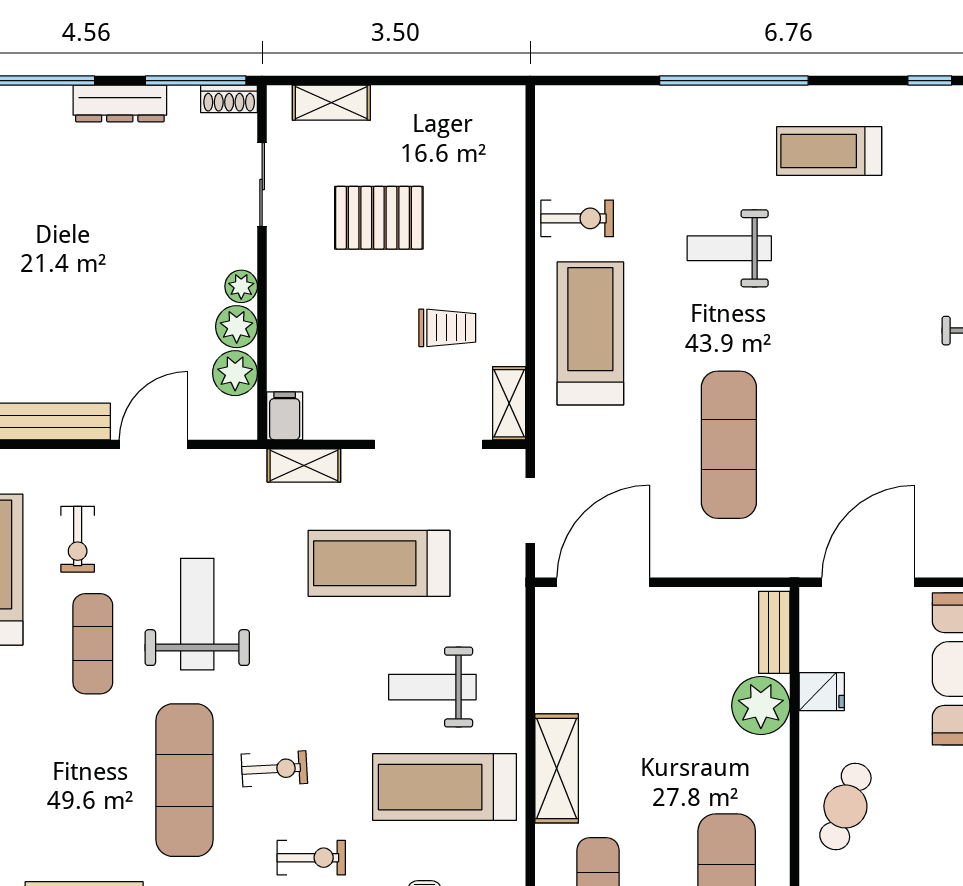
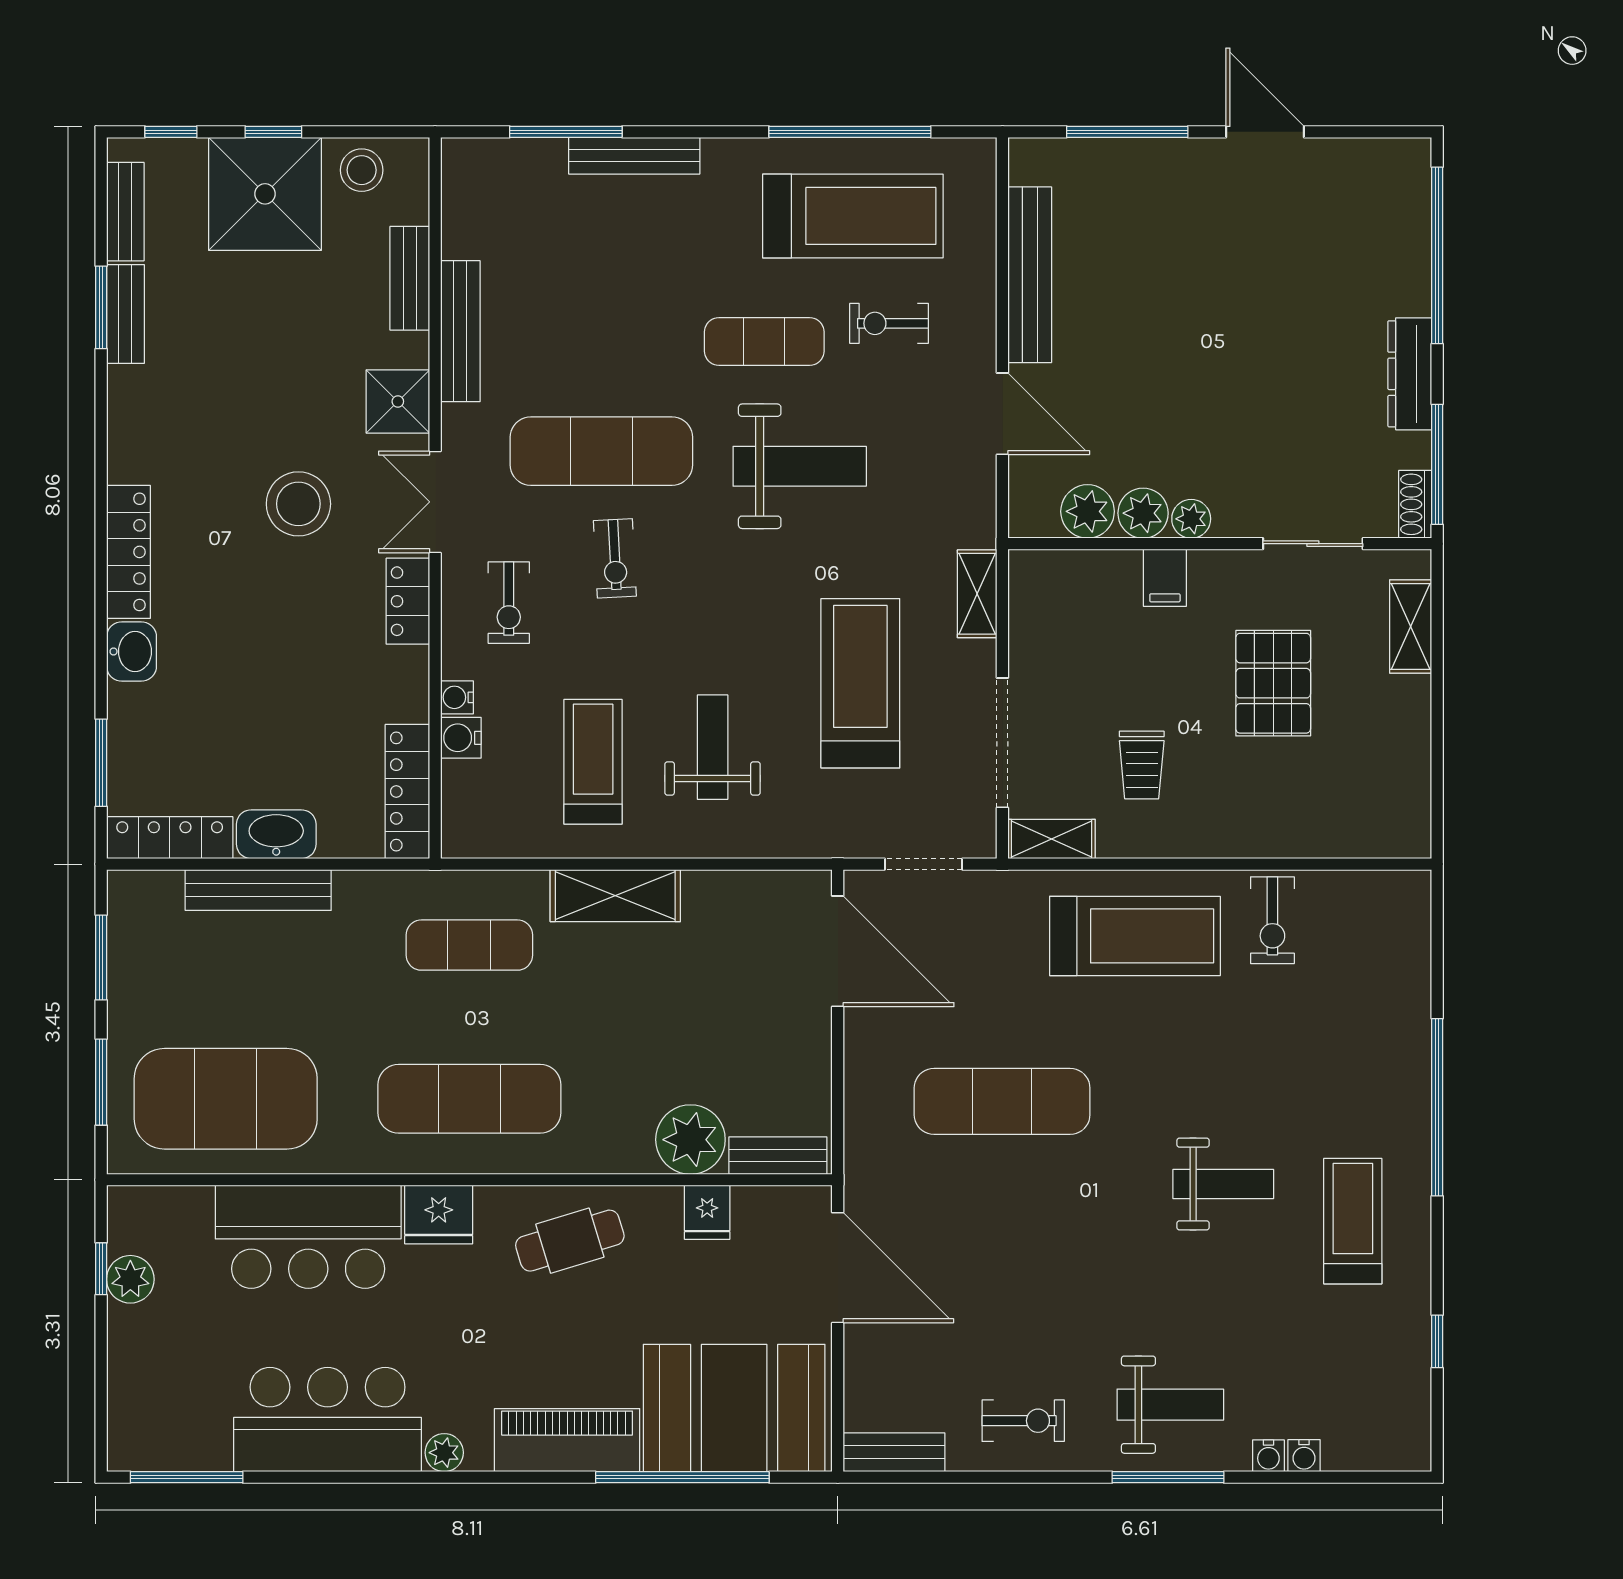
weight bench: (729, 248) -> (1223, 1184), moved, turned 90
filing cabinet: (285, 416) -> (1165, 578), moved, turned 90
treadmill: (445, 787) -> (593, 762), width x0.73, depth x0.73
cafe table: (845, 806) -> (570, 1241), turned -37

